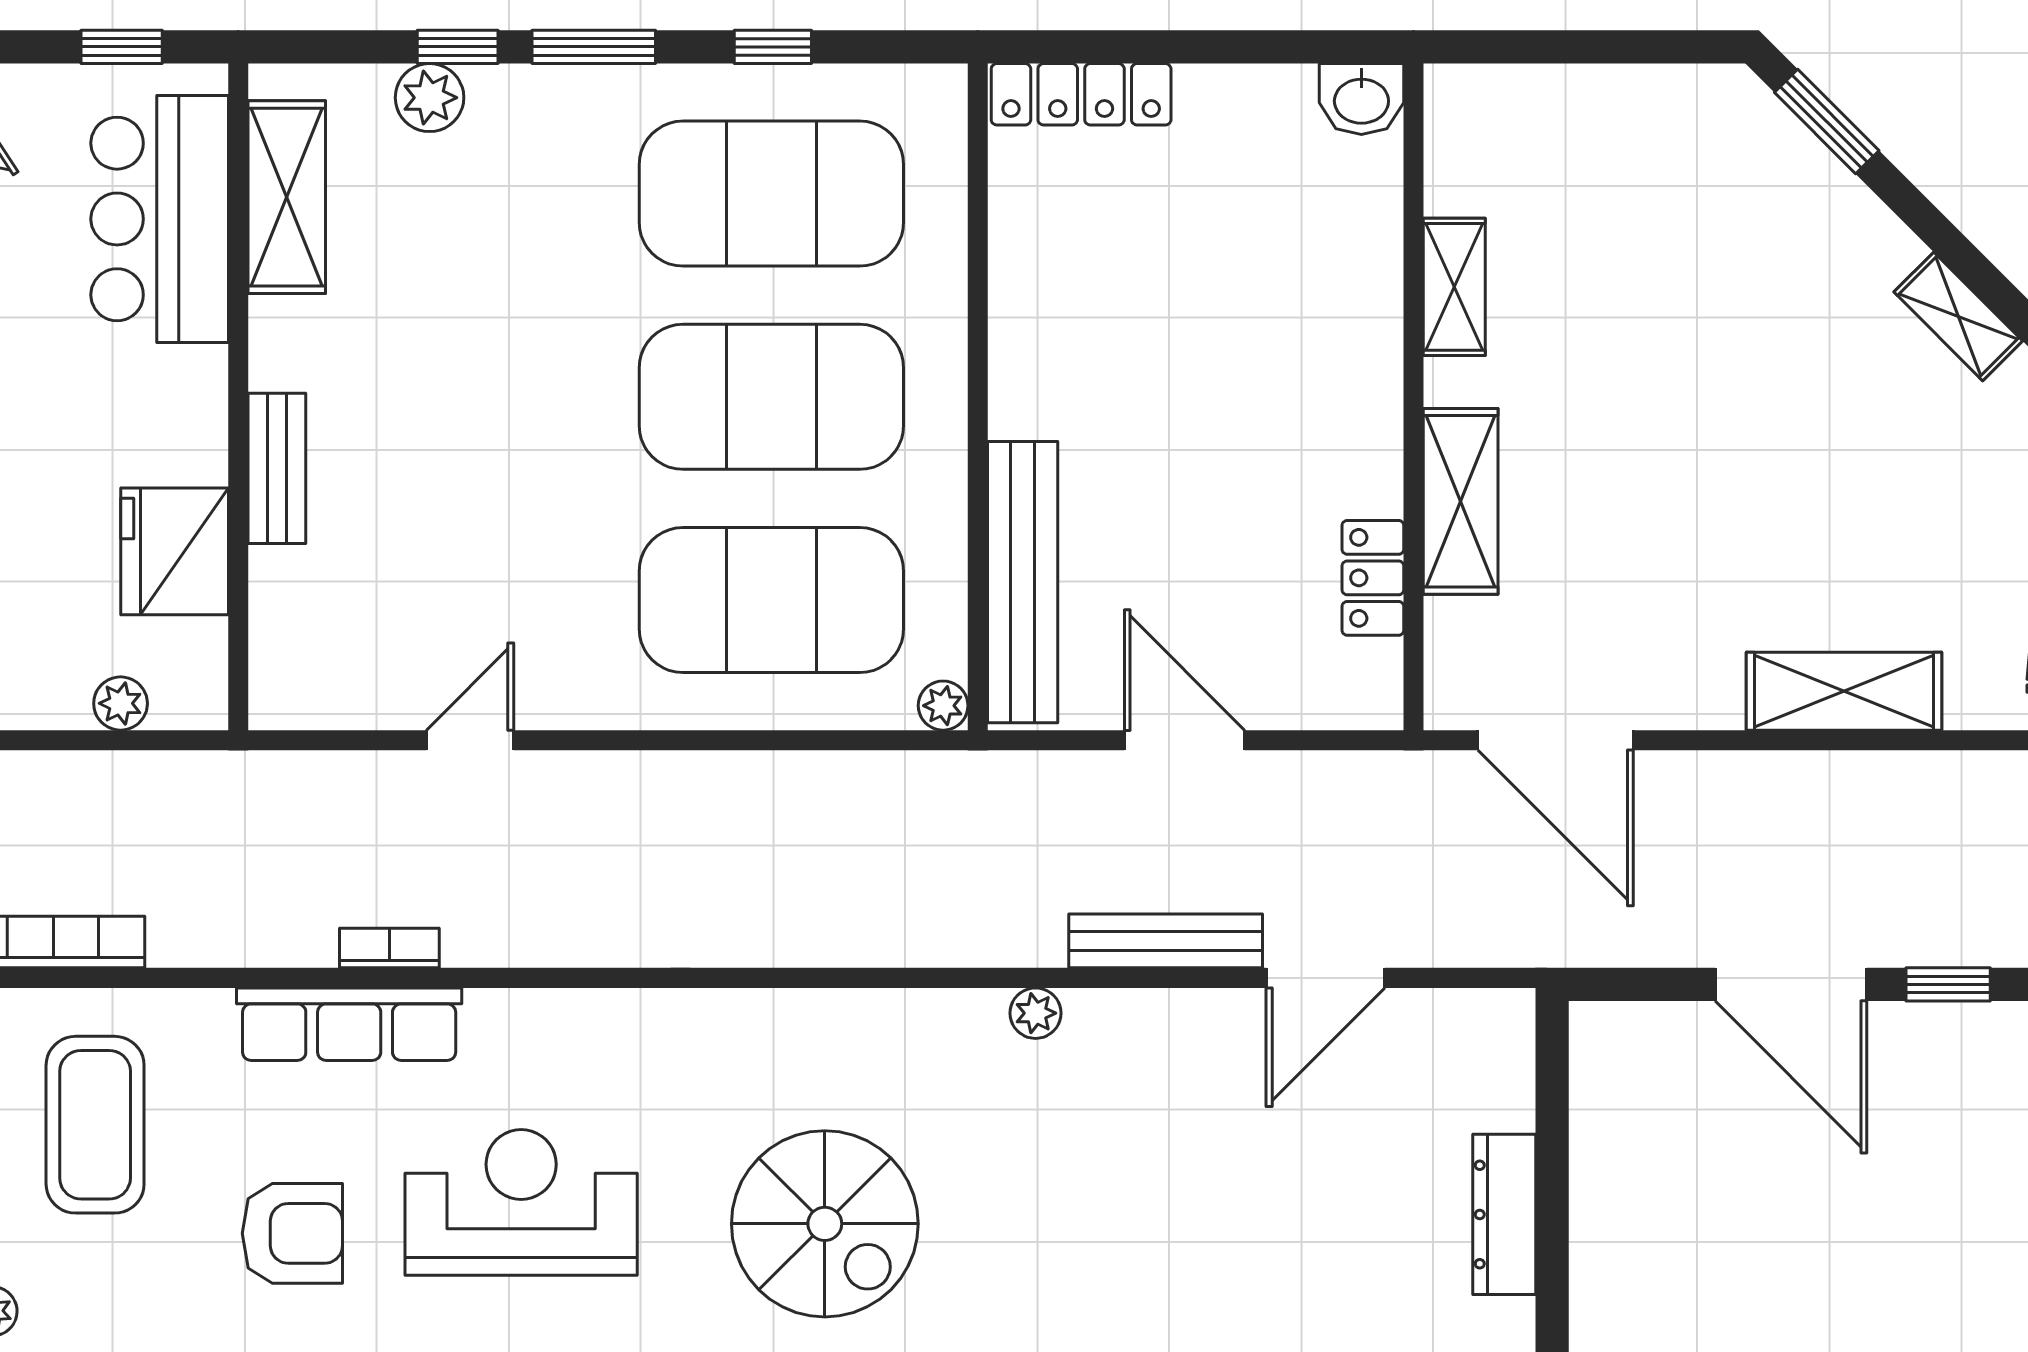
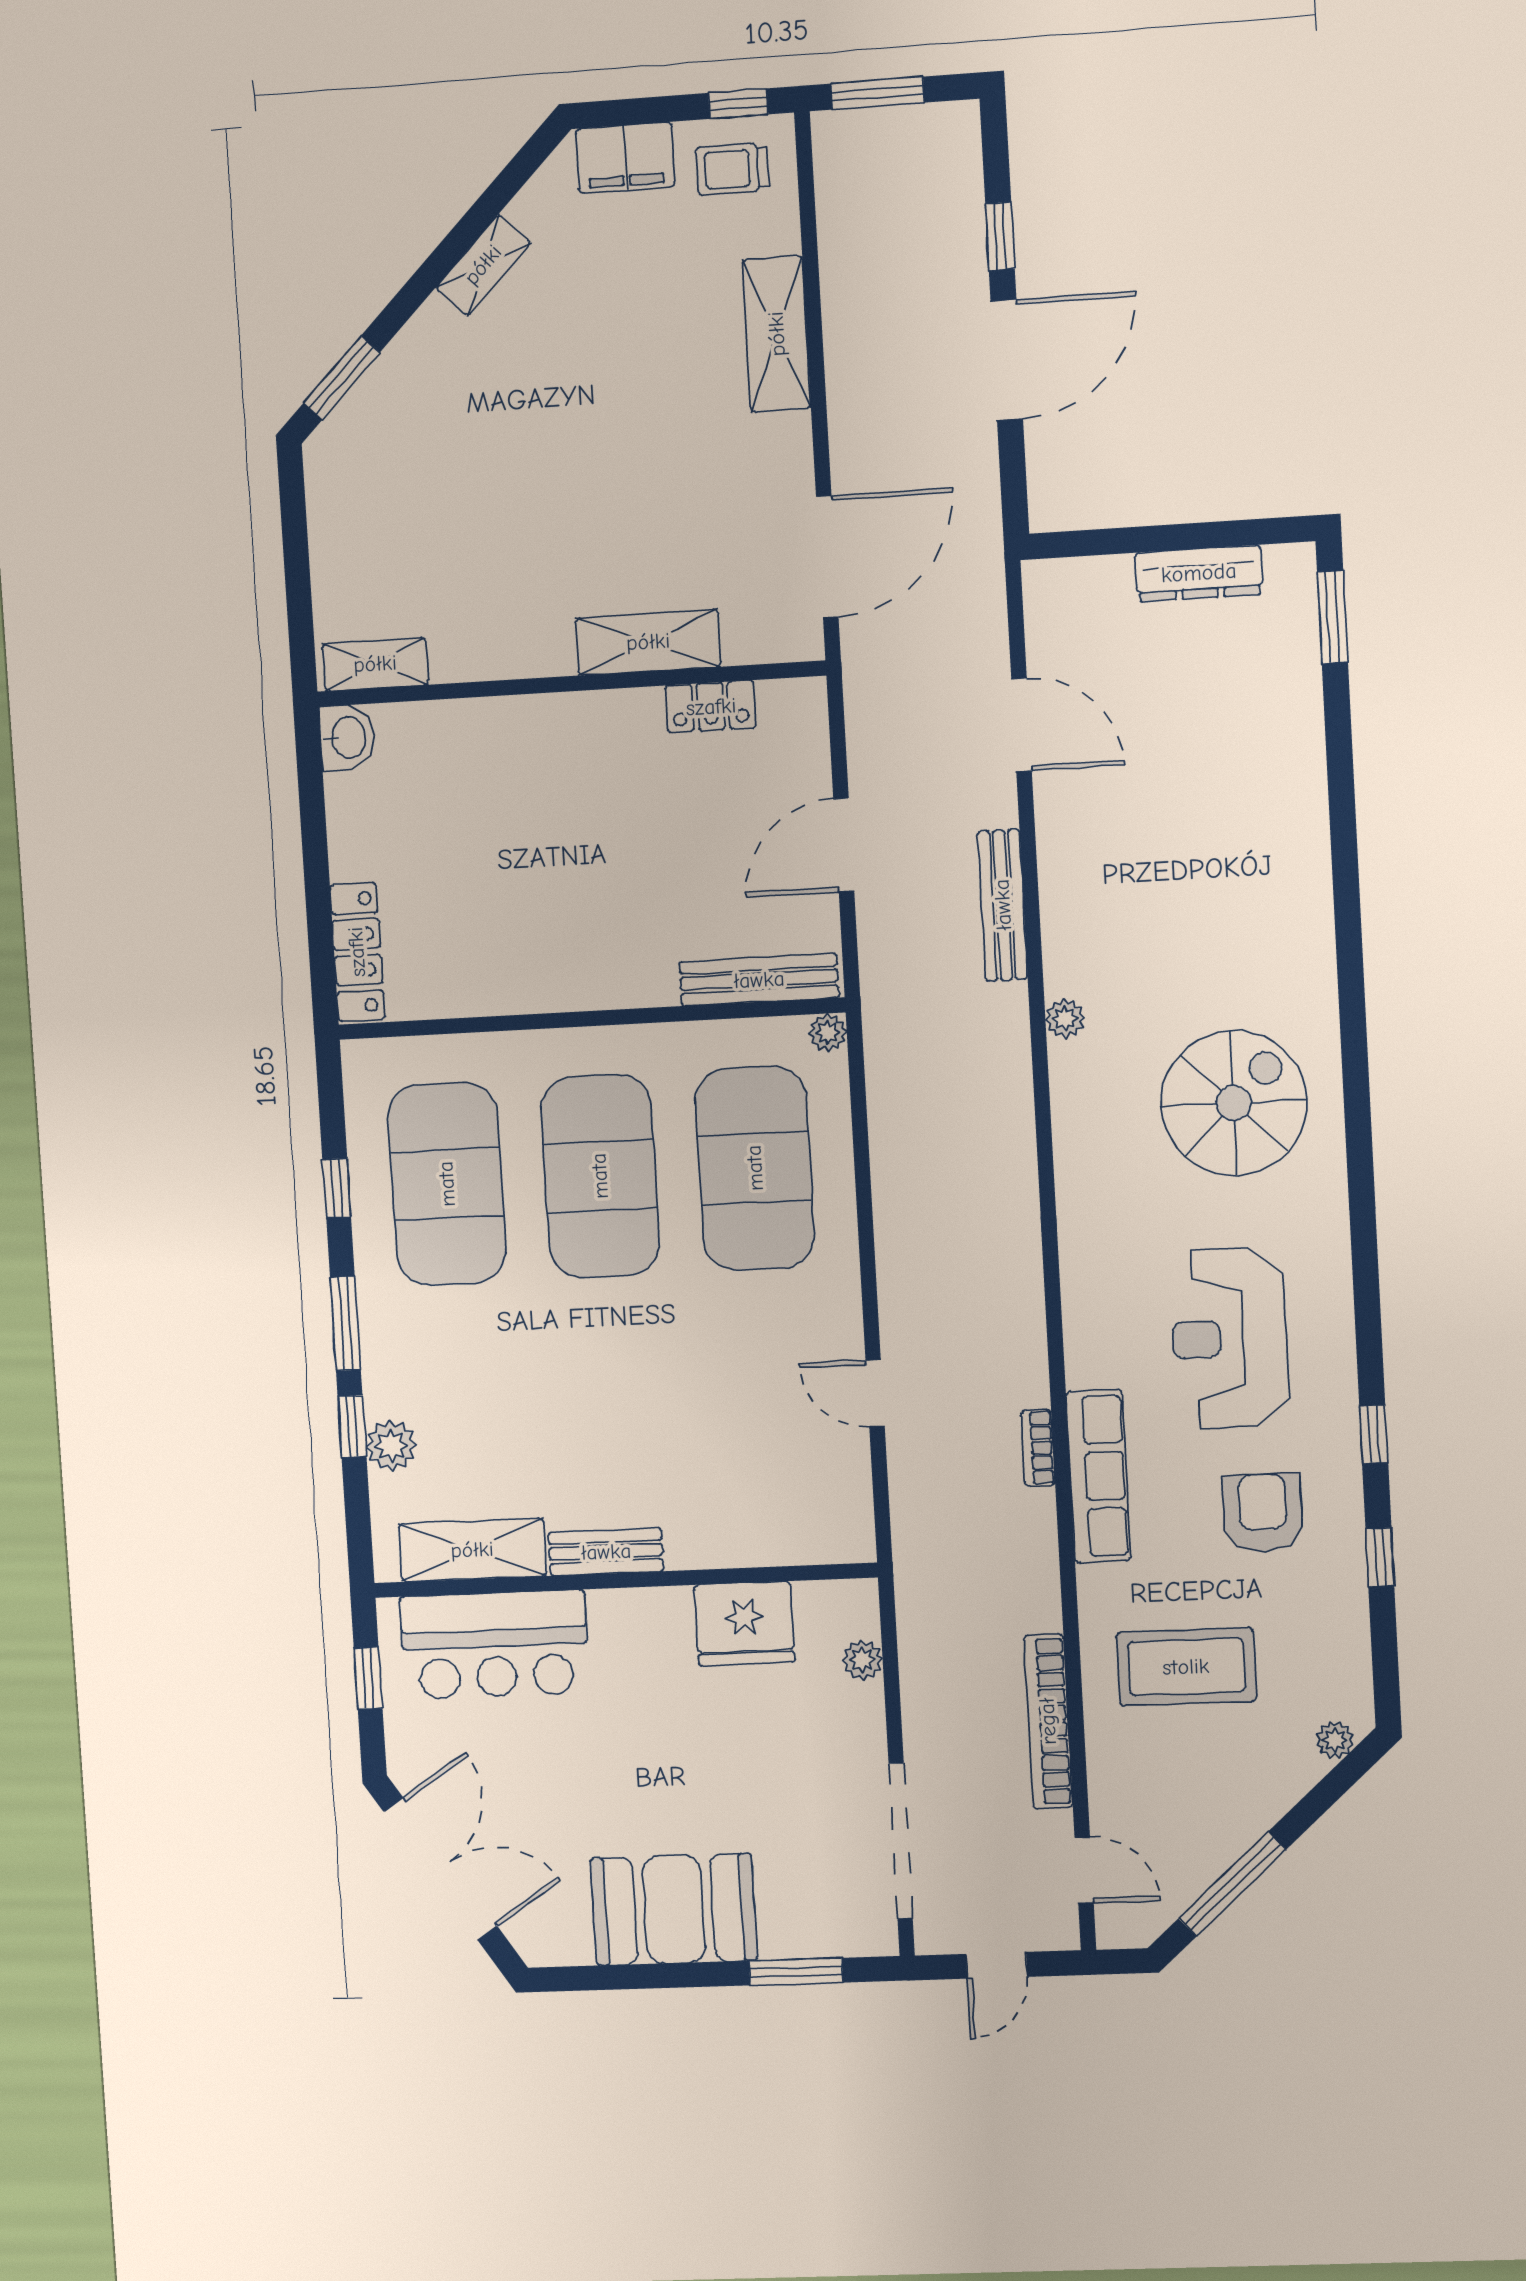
shelving: (1454, 287) -> (375, 664), moved
bench: (277, 468) -> (606, 1552), moved
bench: (1023, 582) -> (759, 980), width x0.73, depth x0.82
bench: (1166, 941) -> (1003, 905), moved
plant: (1035, 1013) -> (1065, 1019), moved

